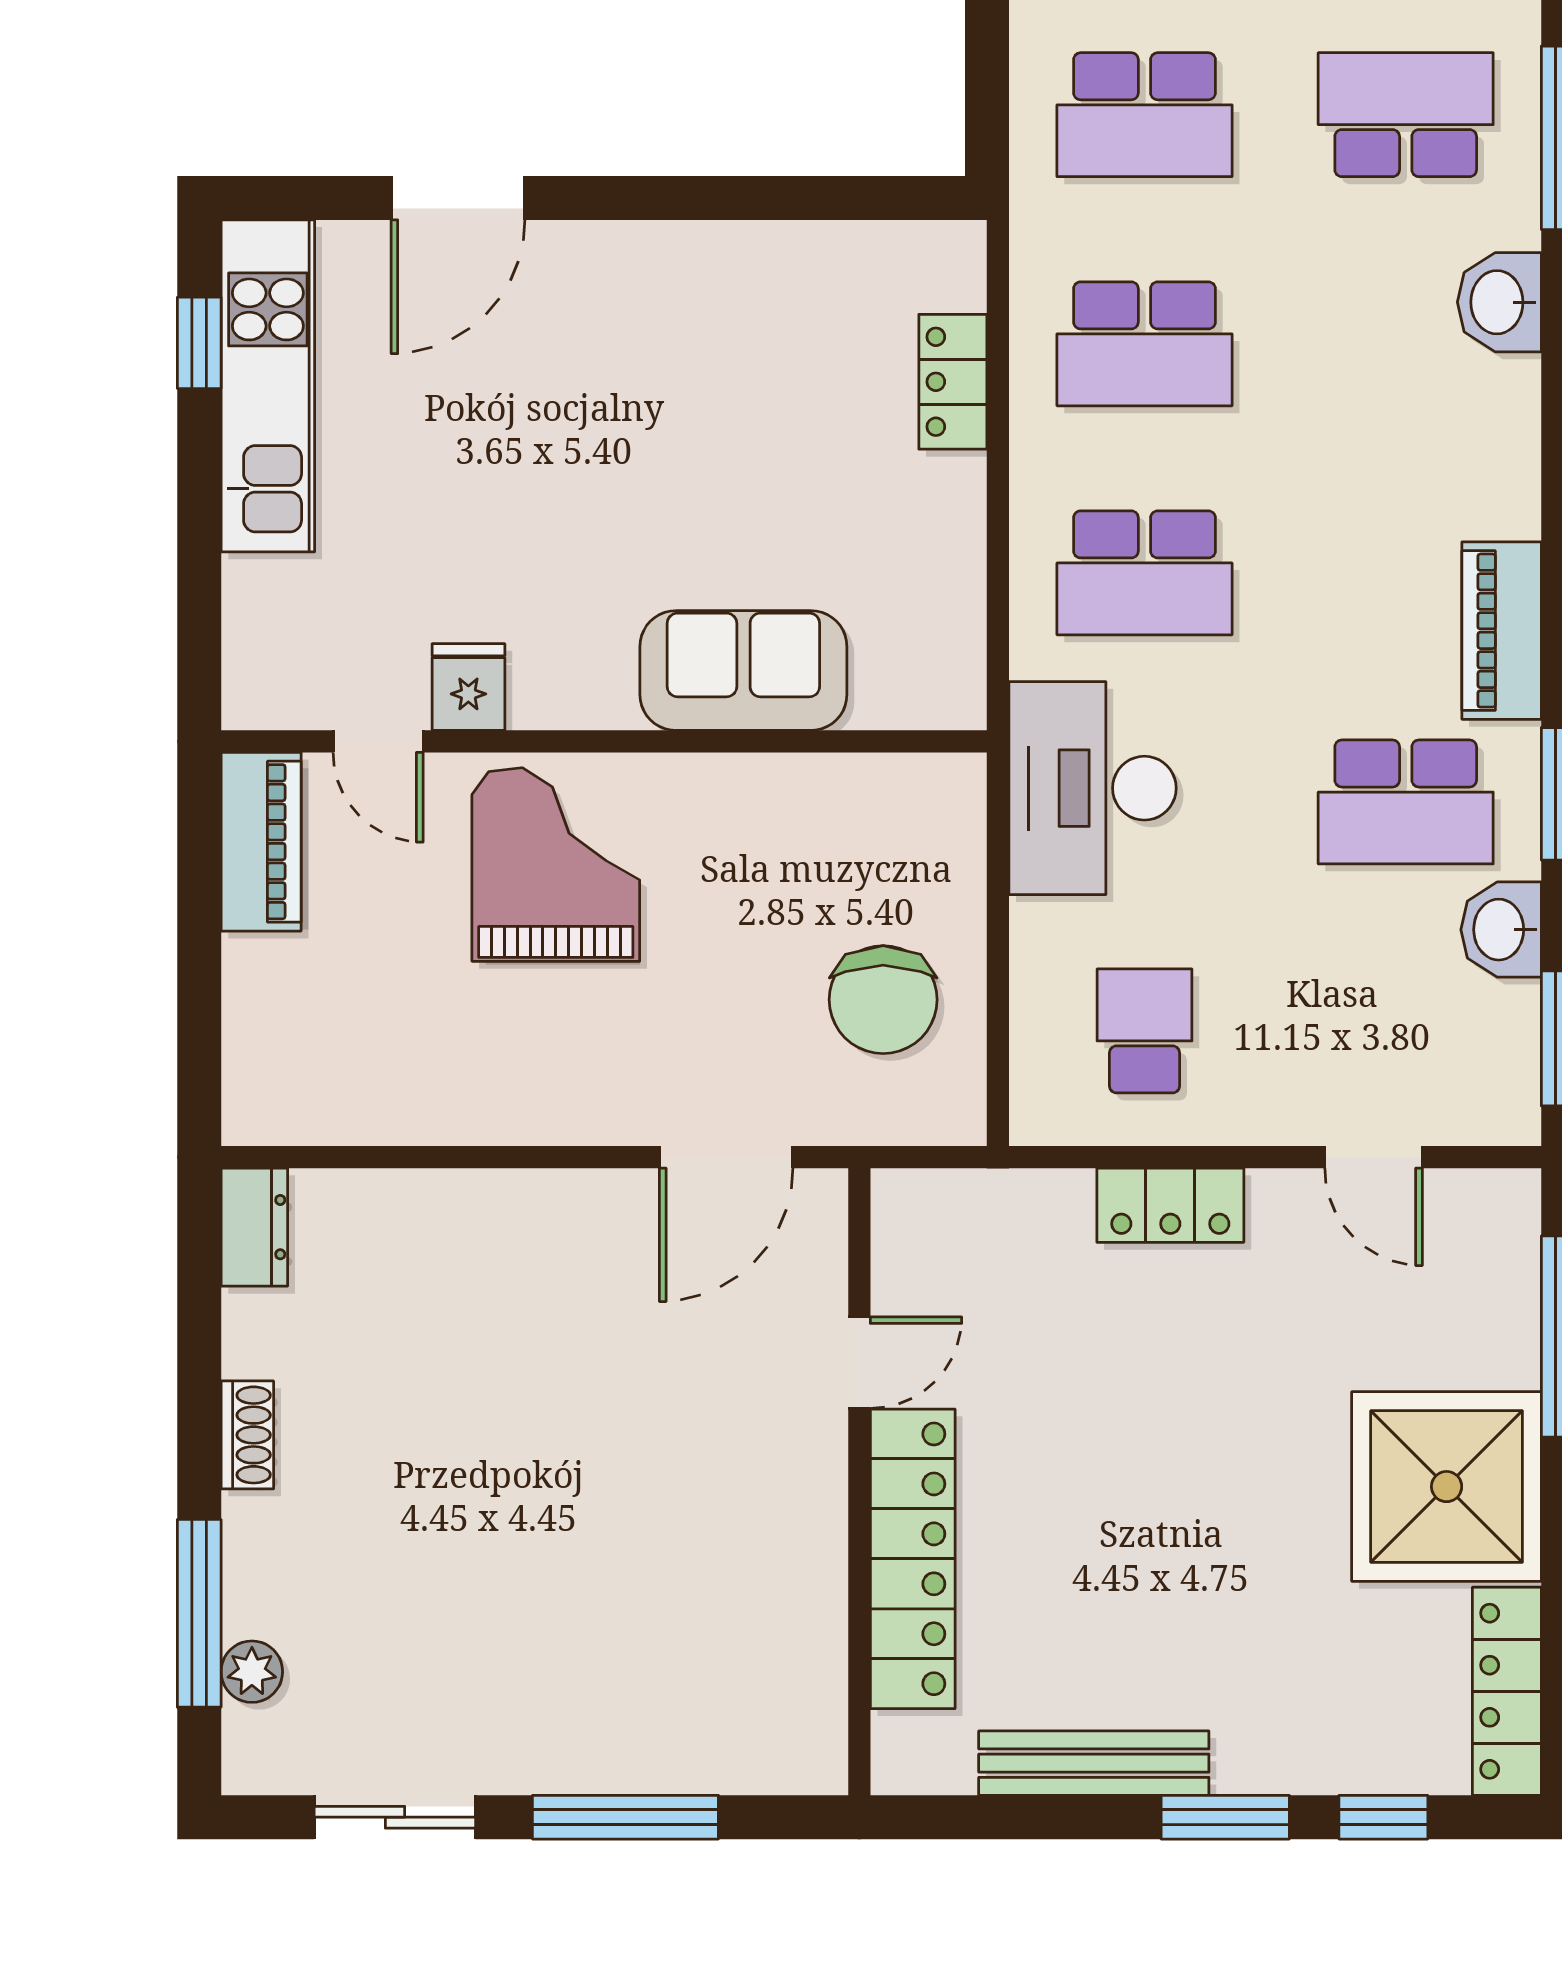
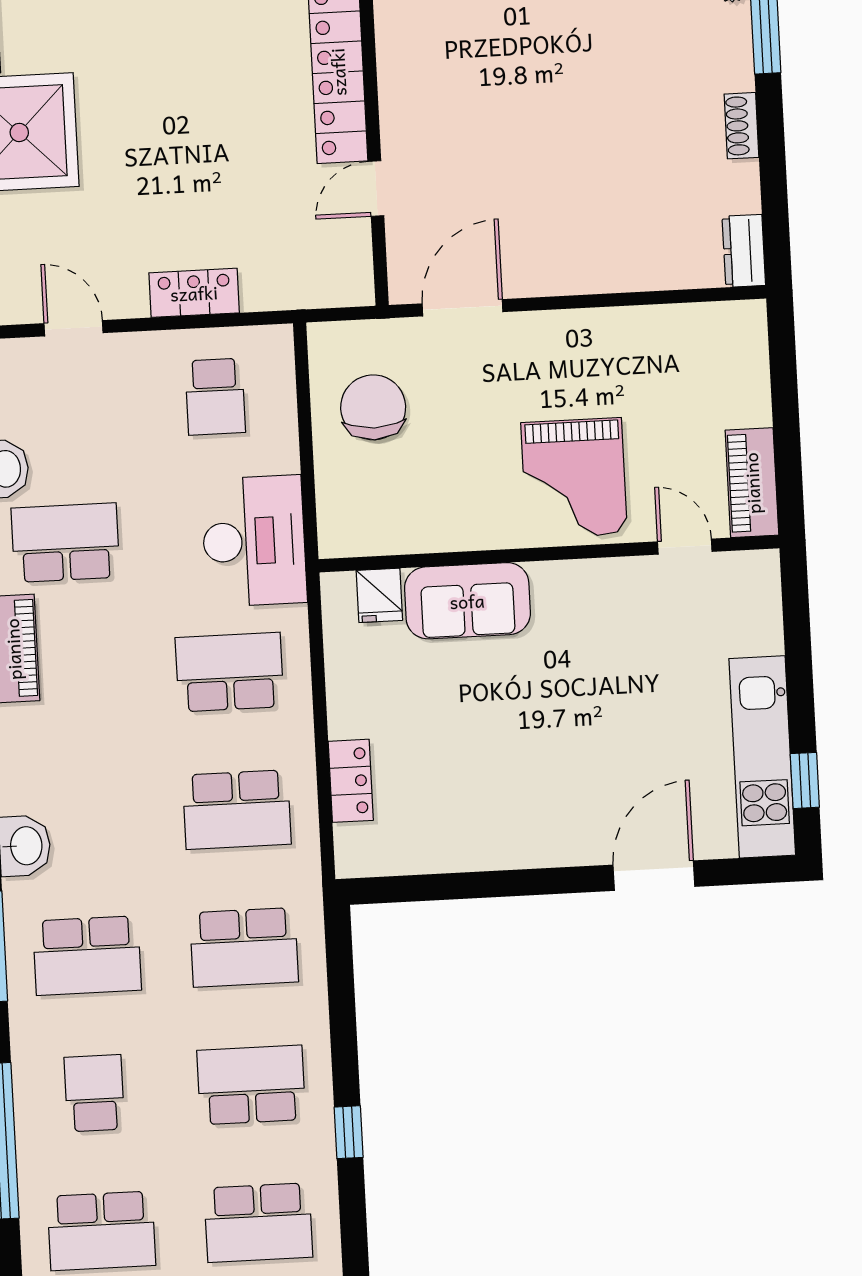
school desk: (1144, 115) -> (244, 947), turned 180
school desk: (1144, 344) -> (237, 810), turned 180
fridge: (468, 687) -> (379, 595), moved

